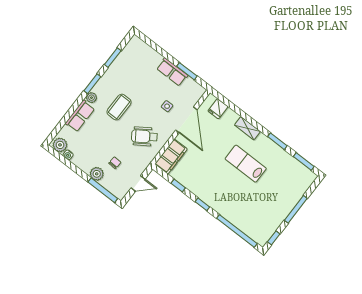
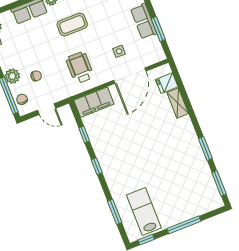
shelving: (247, 128) -> (178, 103), moved
wheelchair: (144, 136) -> (80, 68), turned 34
lab bench: (246, 164) -> (144, 212), moved
chair: (115, 187) -> (22, 99), added
window: (237, 231) -> (115, 212), width x0.47

